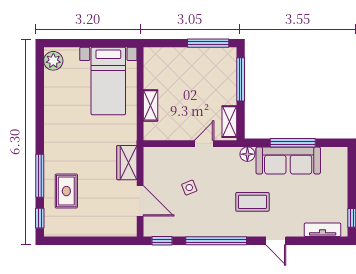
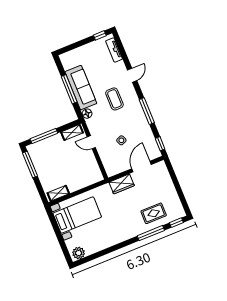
shelving: (151, 105) -> (58, 193), moved
window: (216, 241) -> (147, 111), width x0.68

